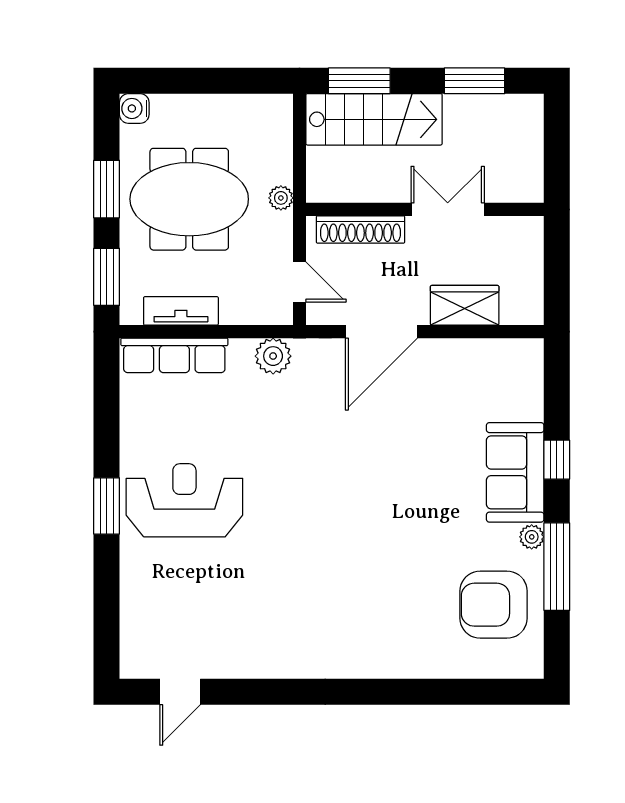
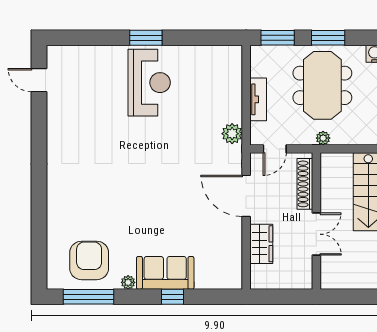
tv unit: (181, 311) -> (258, 99), moved
row of seats: (174, 355) -> (232, 77), removed
window: (557, 567) -> (89, 297), moved

